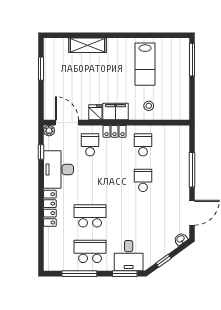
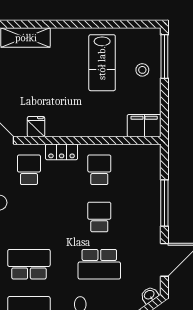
stool: (149, 106) -> (142, 70), moved
filing cabinet: (116, 112) -> (144, 126), moved
school desk: (143, 216) -> (99, 264), added

